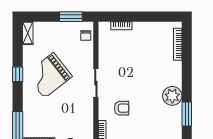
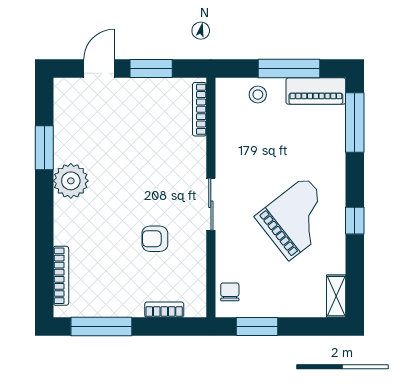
window: (156, 17) -> (101, 327), added
armchair: (122, 108) -> (155, 239), moved

